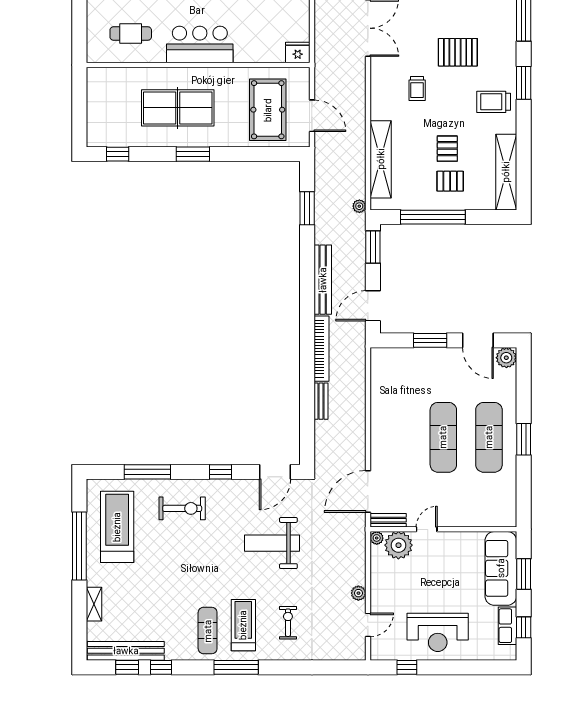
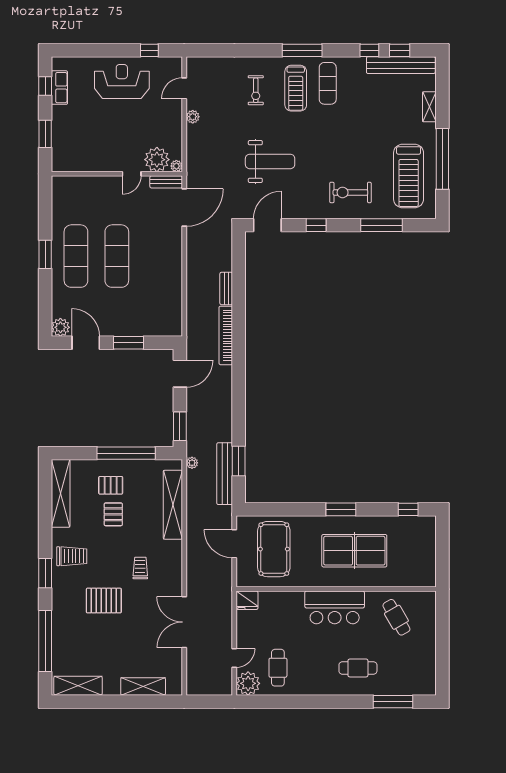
cafe table: (131, 33) -> (396, 617), turned 60
bench: (323, 280) -> (225, 474), moved
sofa: (501, 568) -> (65, 139), removed

